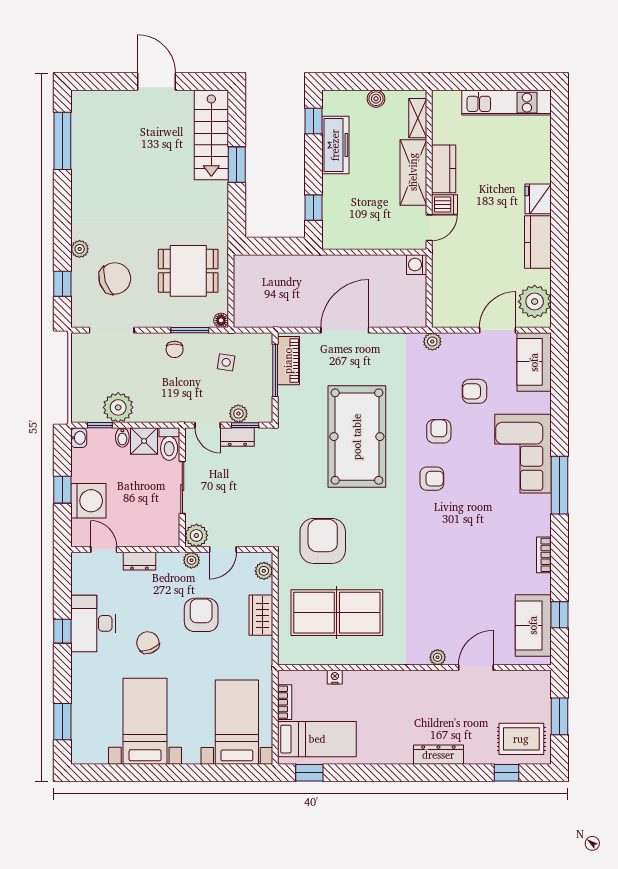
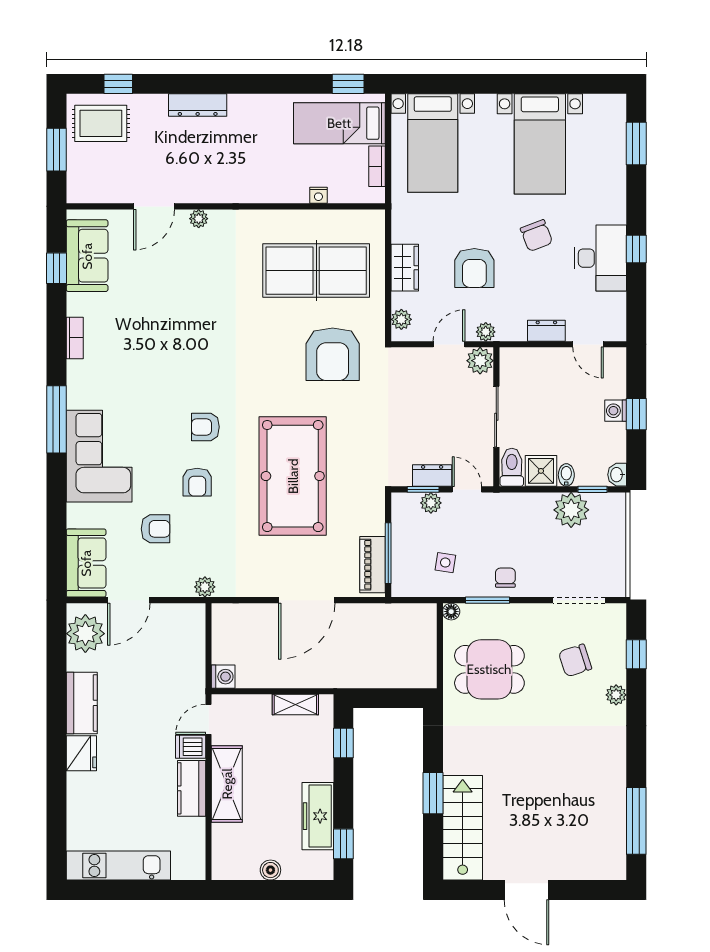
shelving: (418, 118) -> (295, 705), moved, turned 90
chair: (115, 278) -> (575, 660), width x0.73, depth x0.73
washing machine: (88, 501) -> (616, 411), width x0.53, depth x0.53

